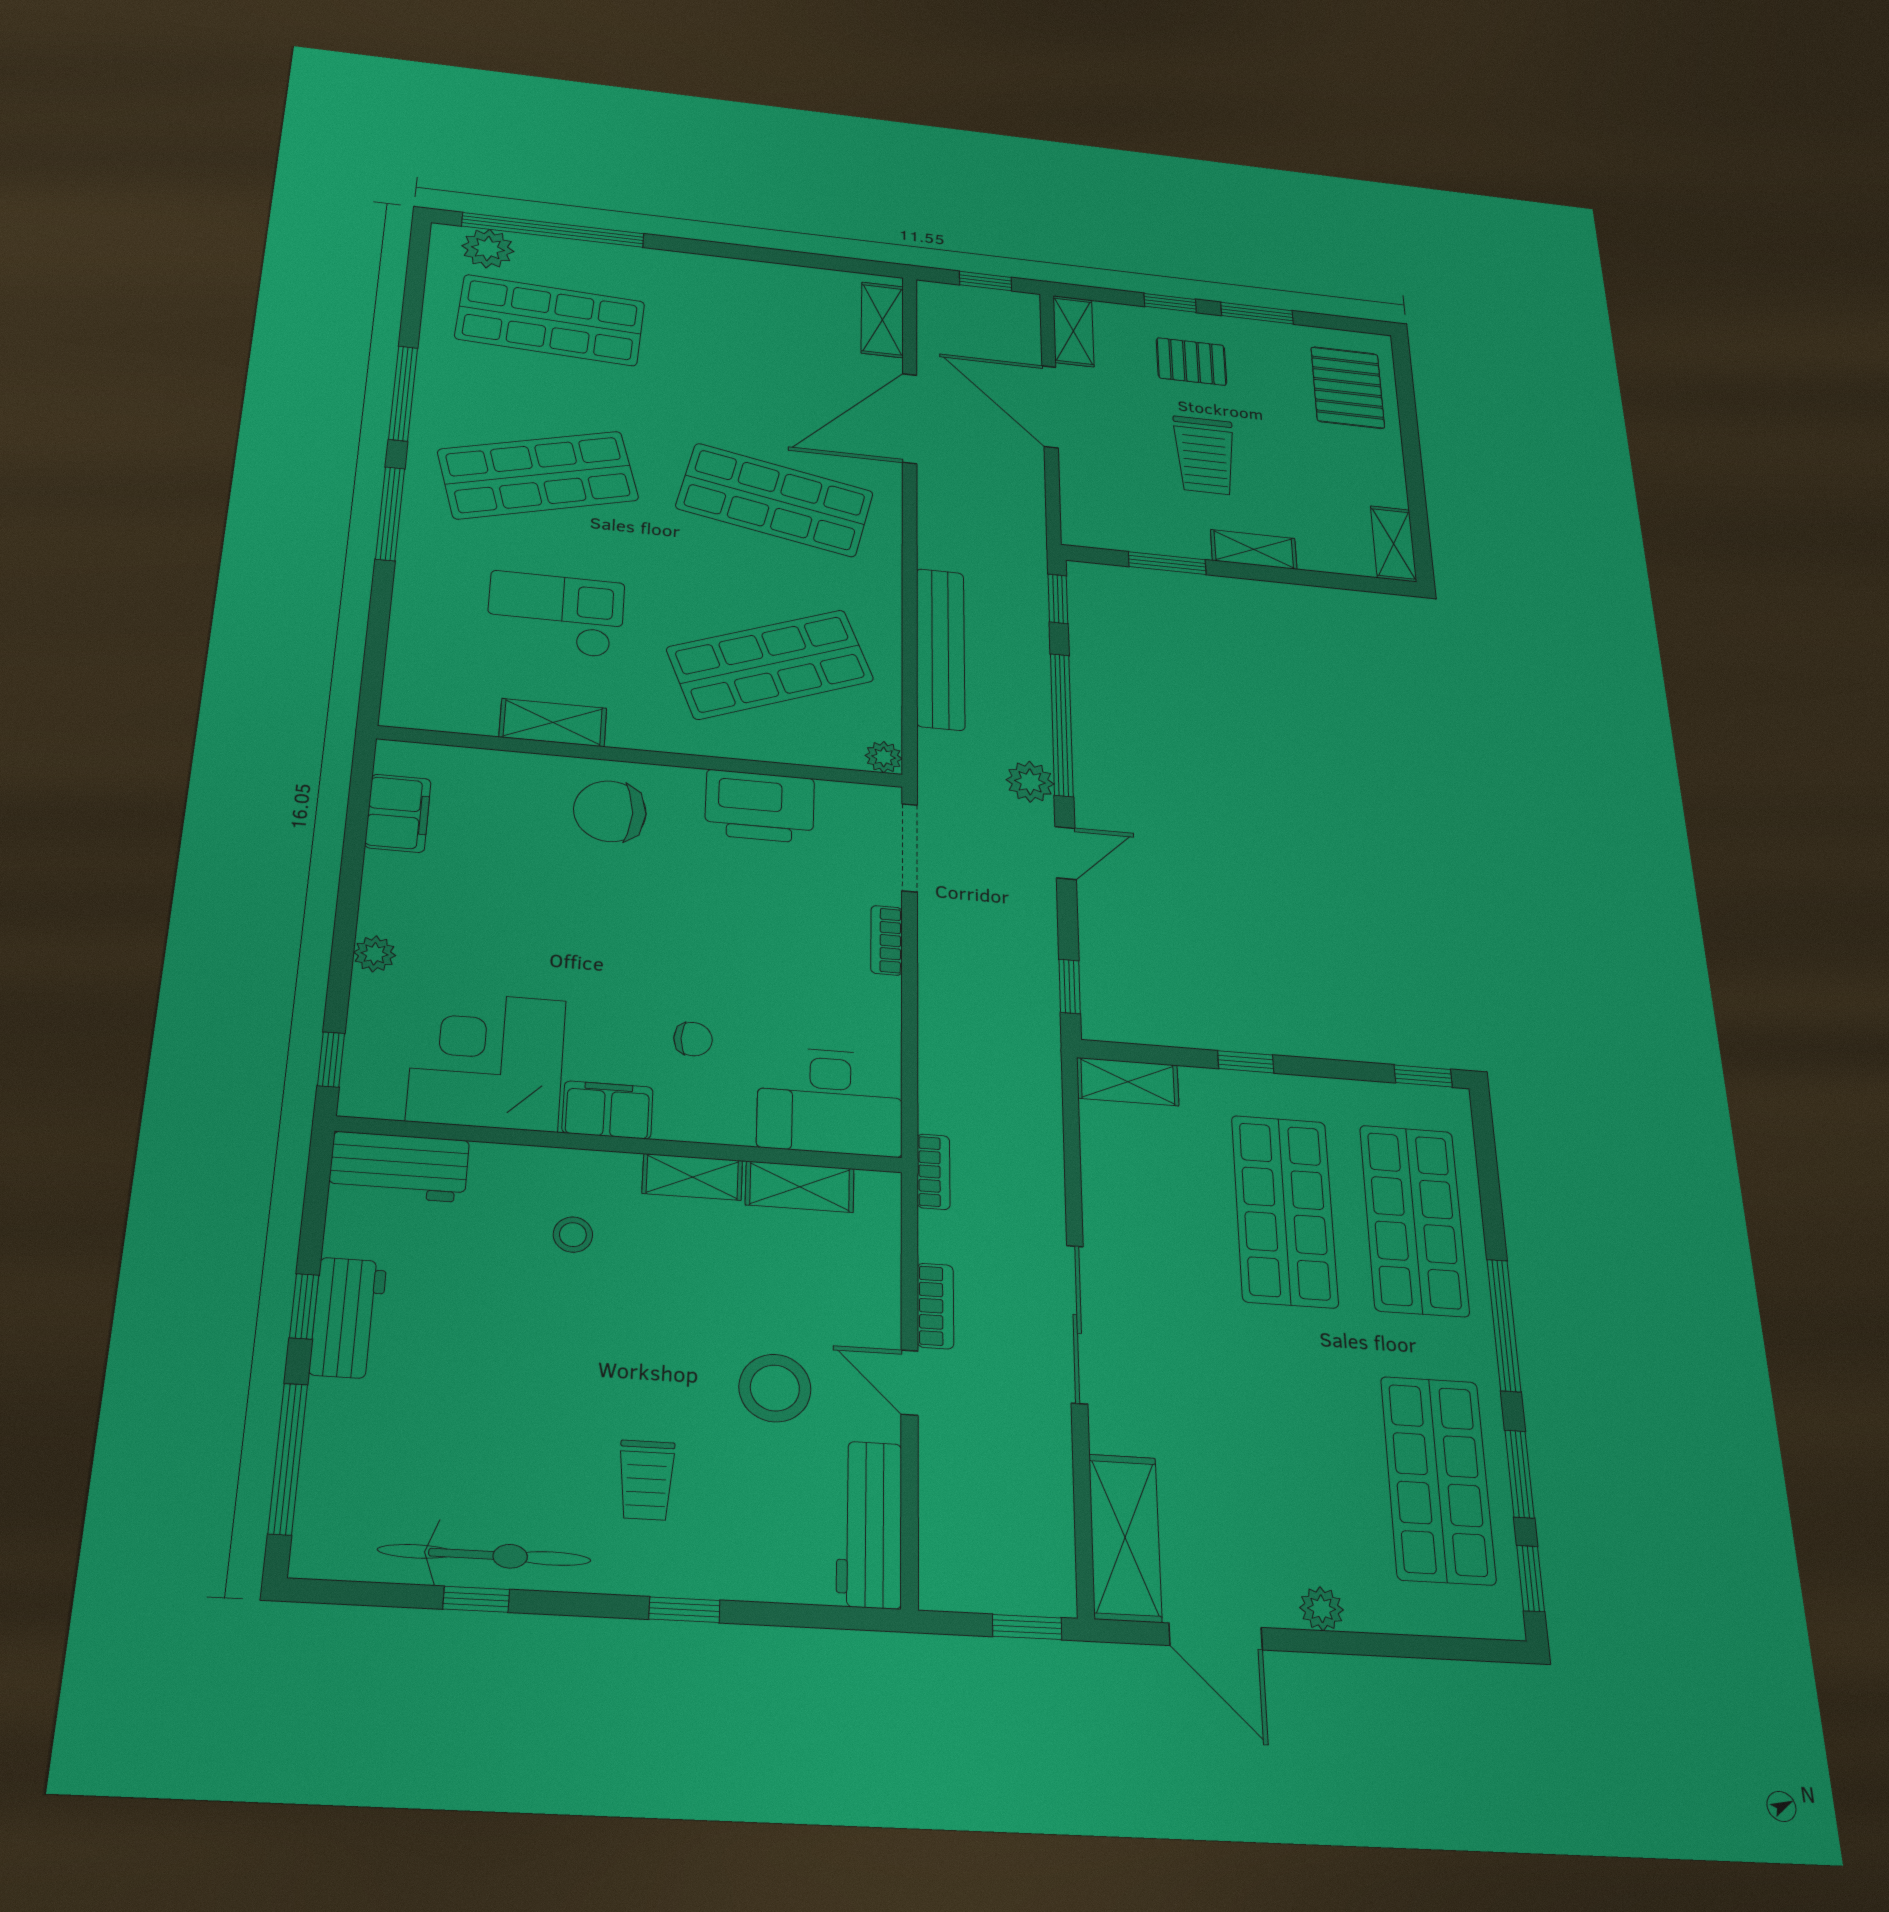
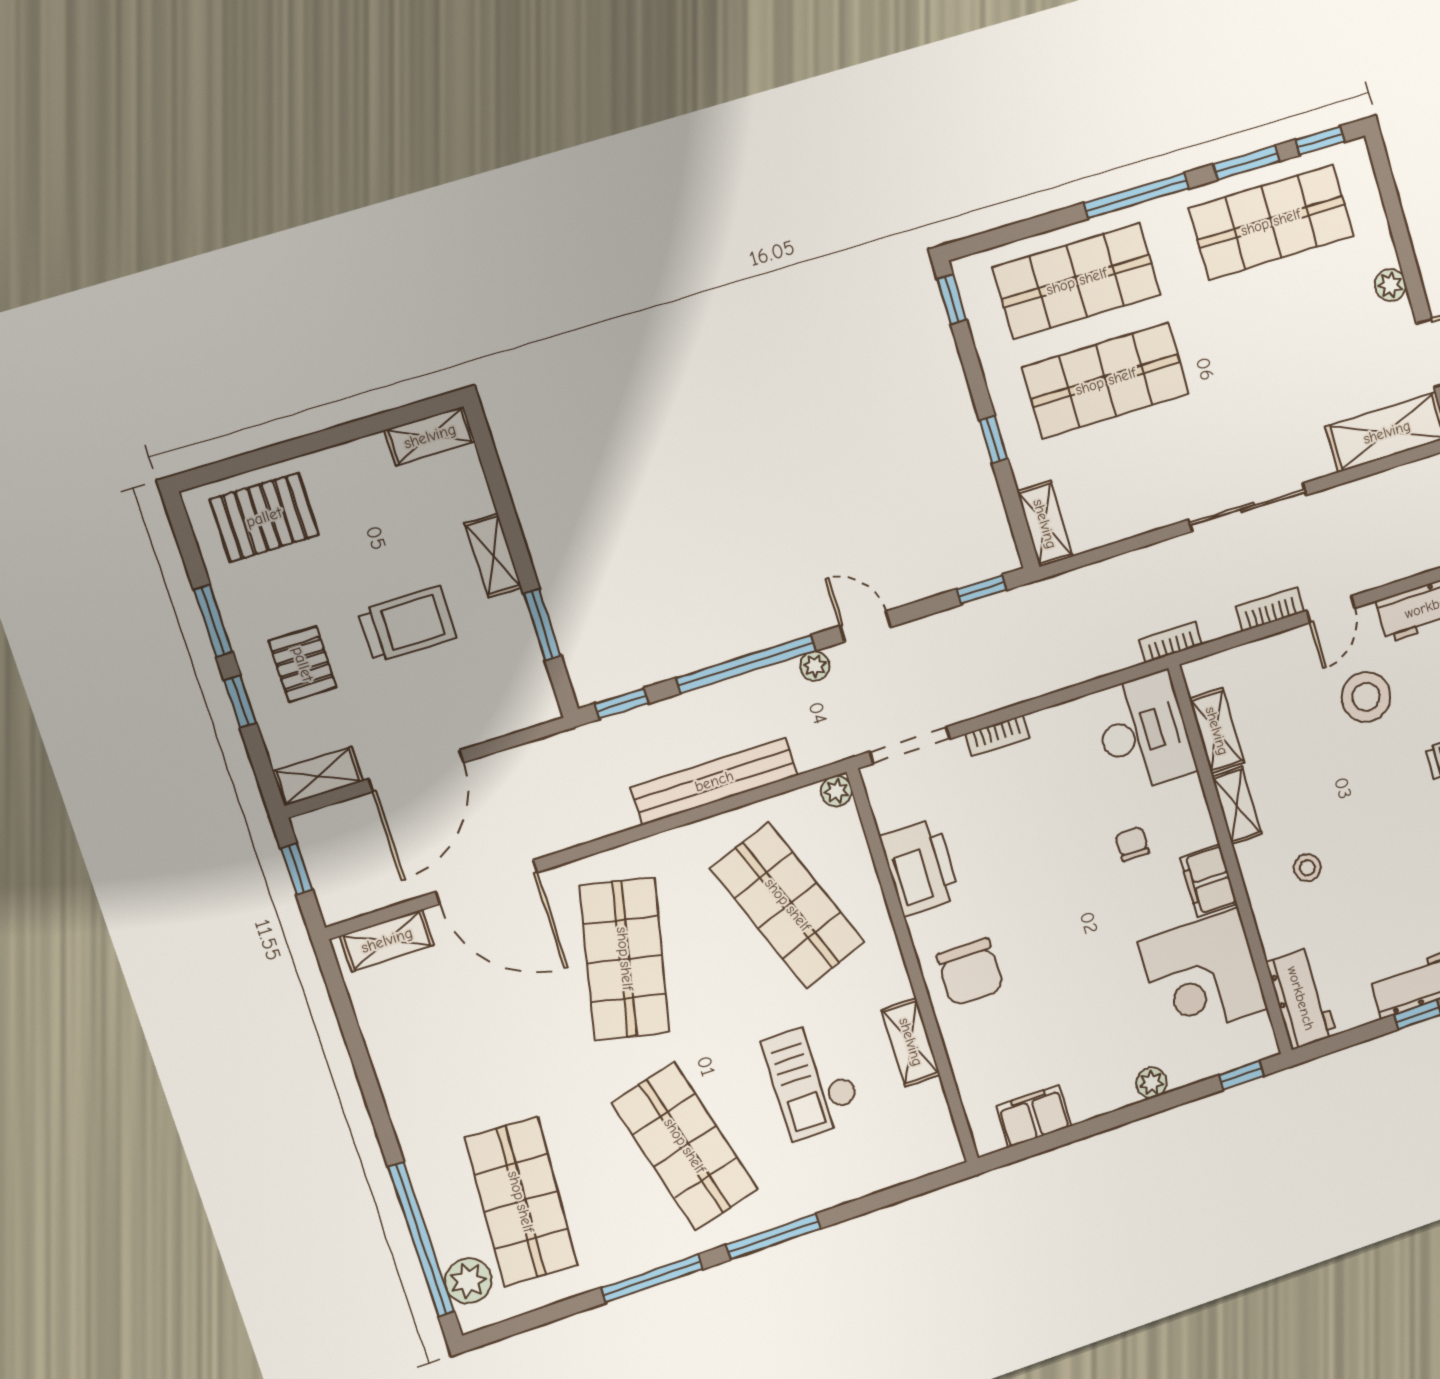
plant: (1030, 782) -> (815, 666), width x0.73, depth x0.73

